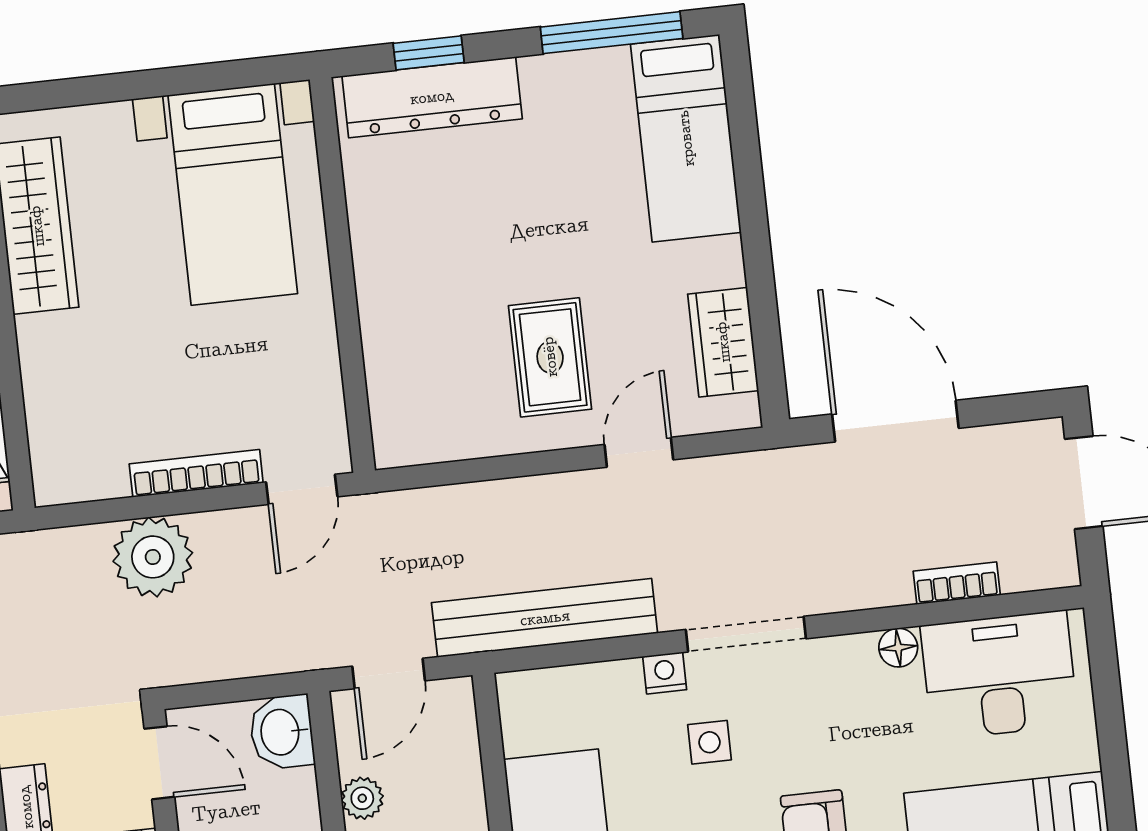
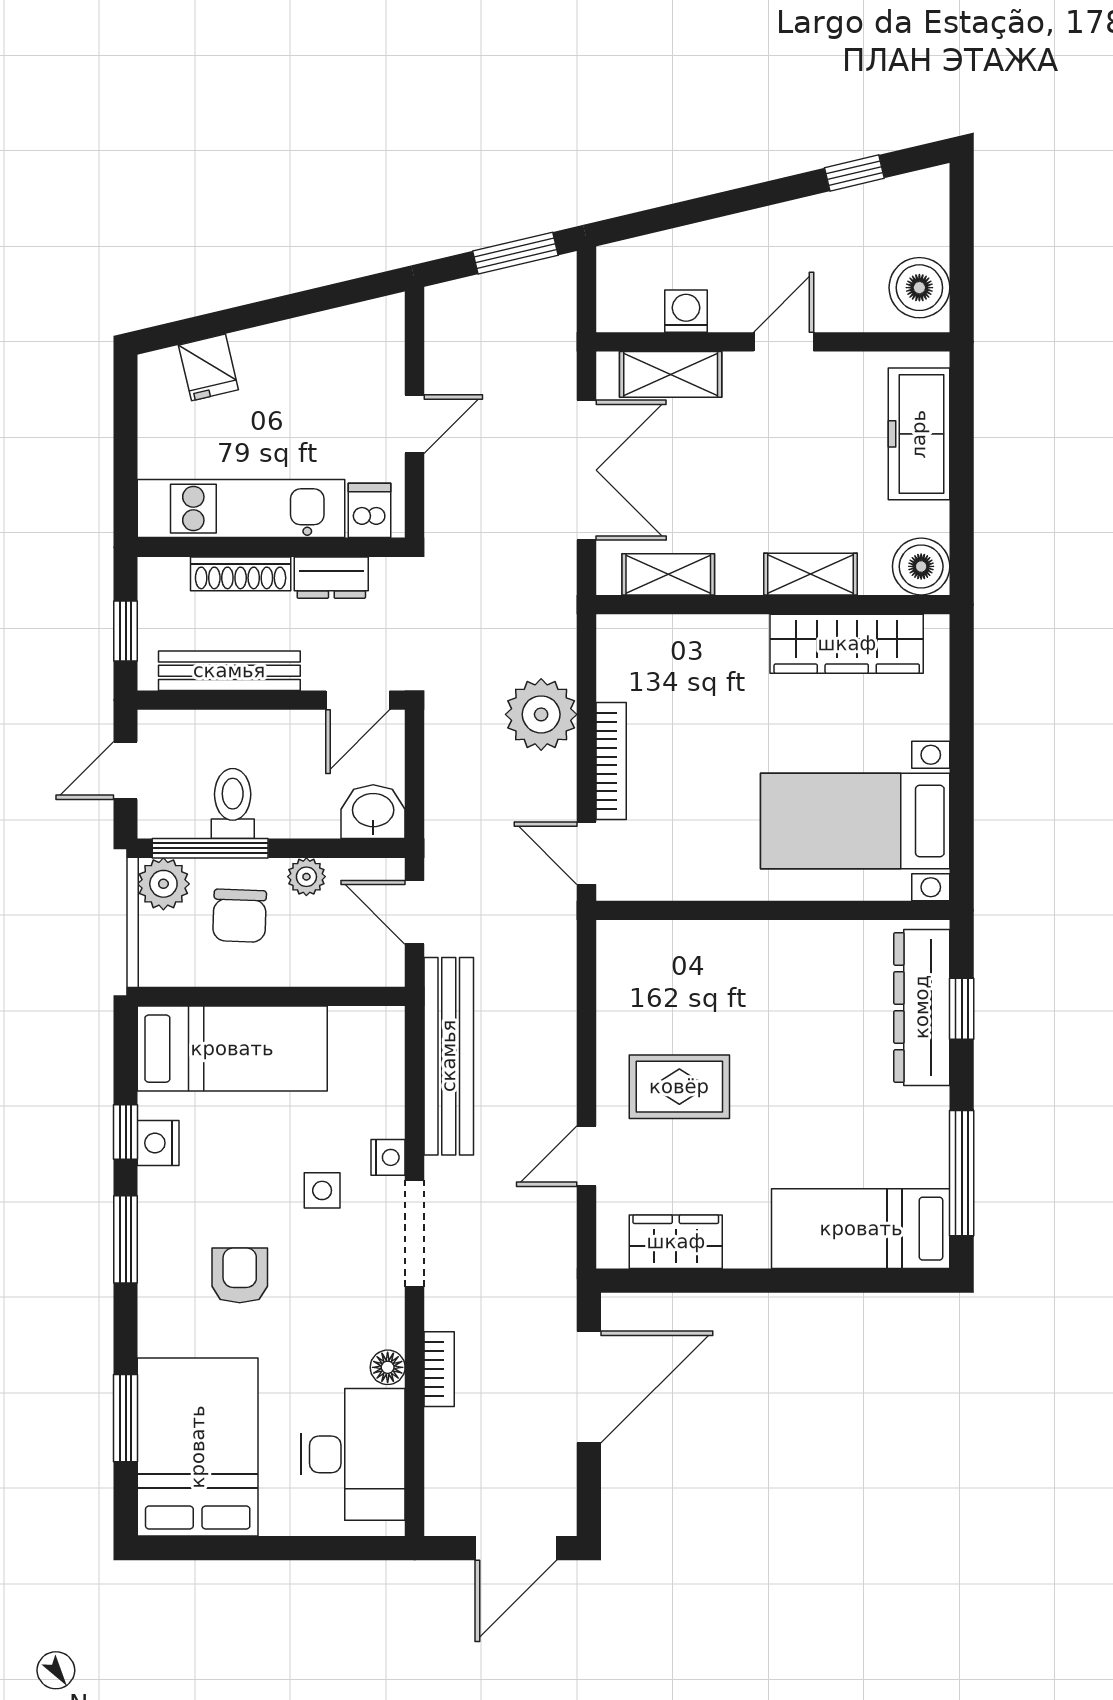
door: (639, 452) -> (587, 1156), swing flipped
bookcase: (957, 583) -> (439, 1369), moved

